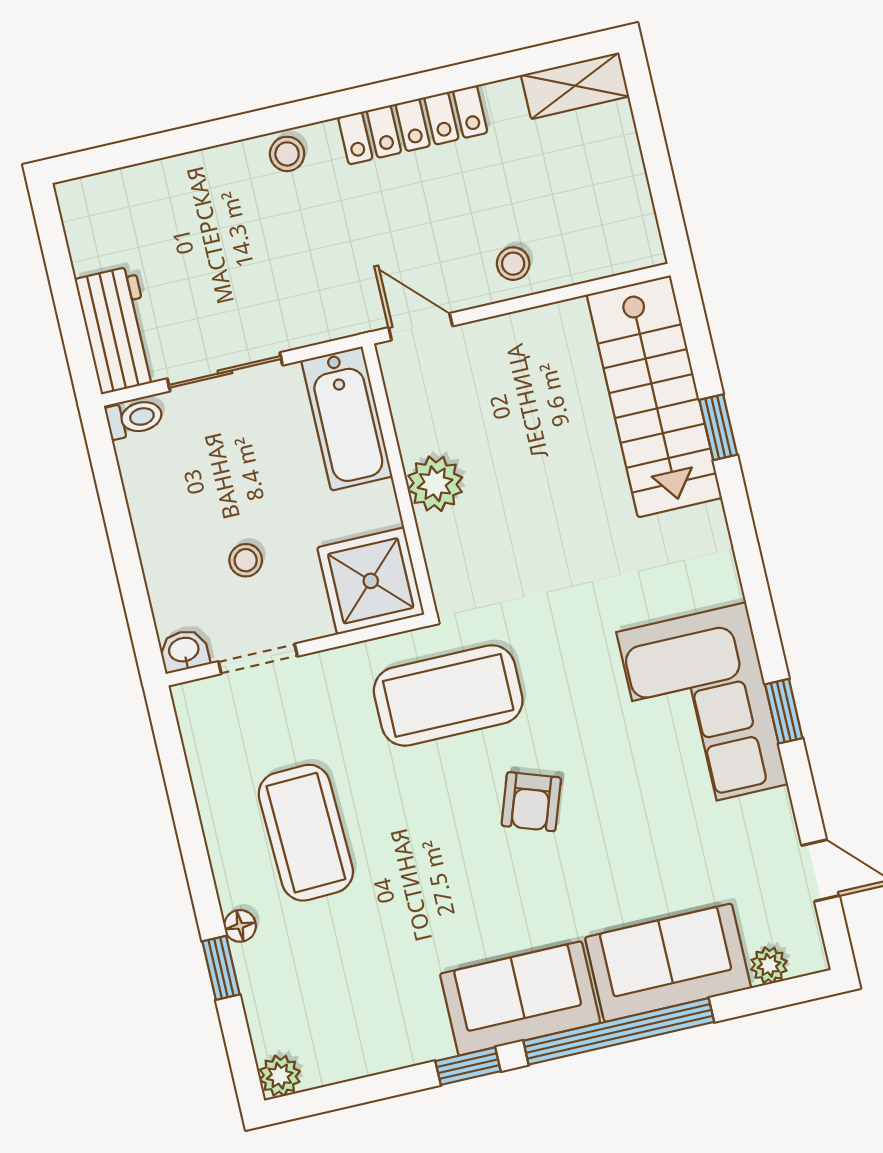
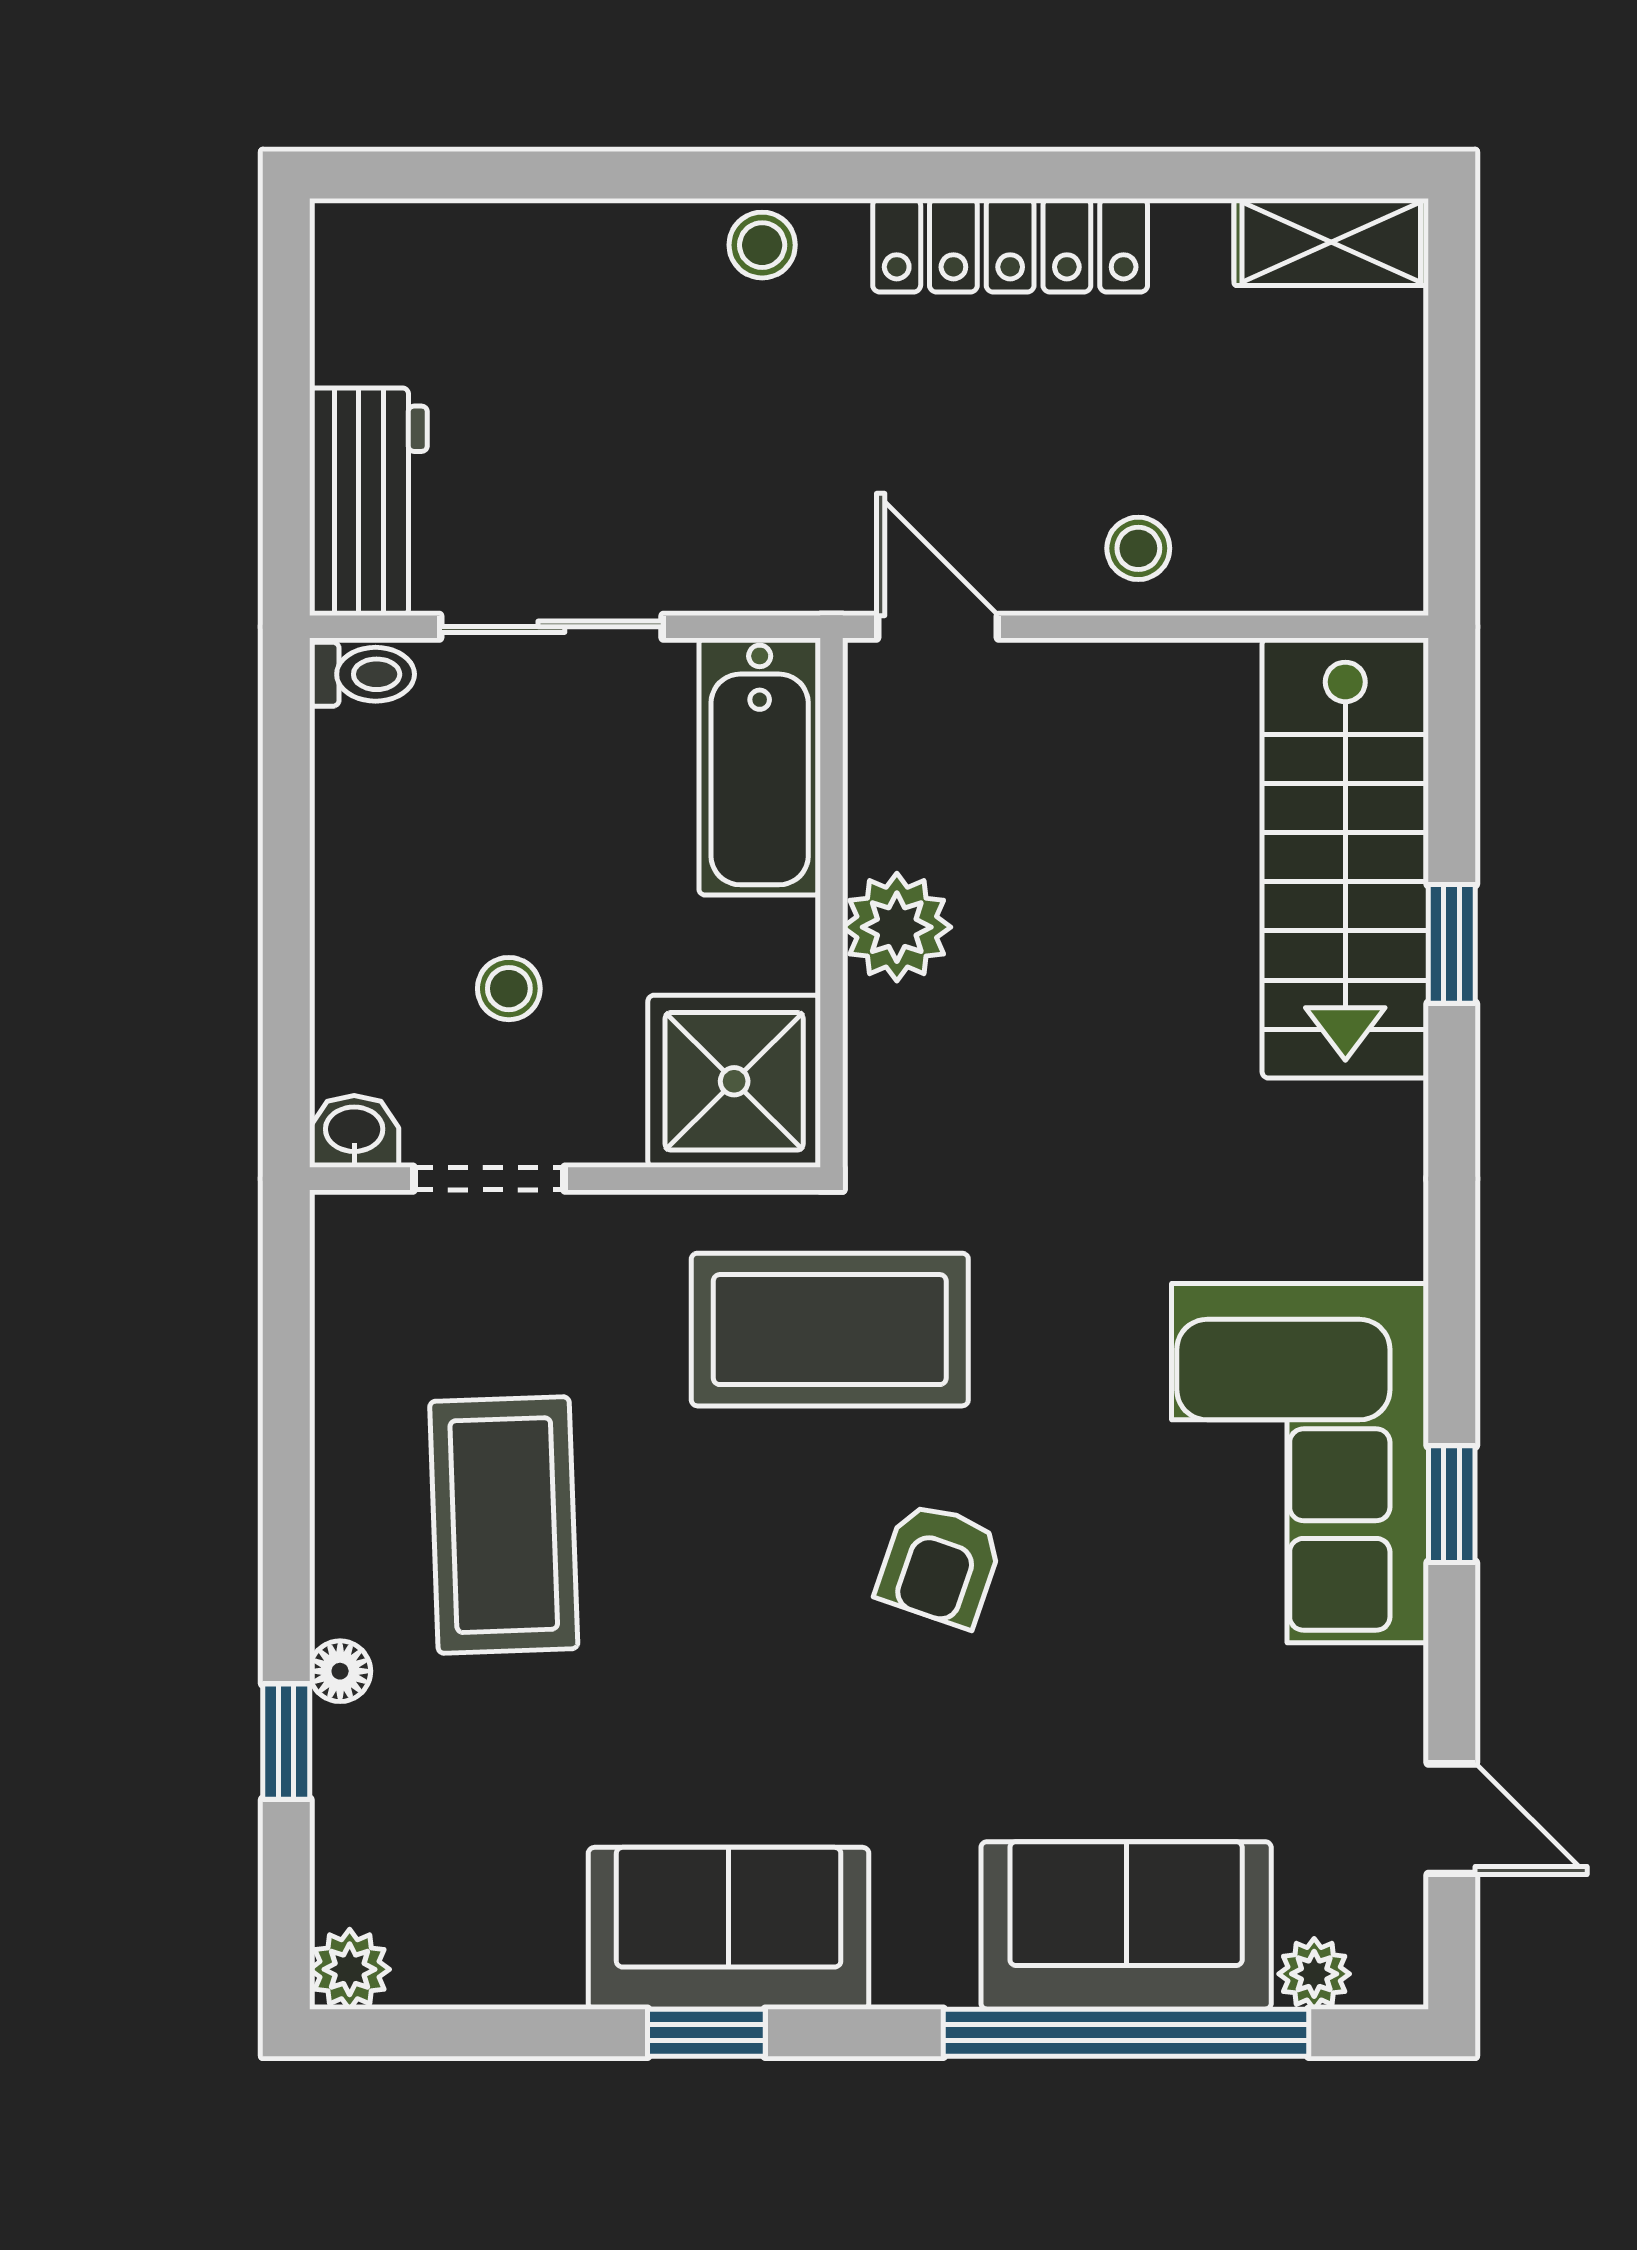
sofa: (520, 998) -> (729, 1928), moved
window: (619, 1031) -> (1126, 2033), moved

